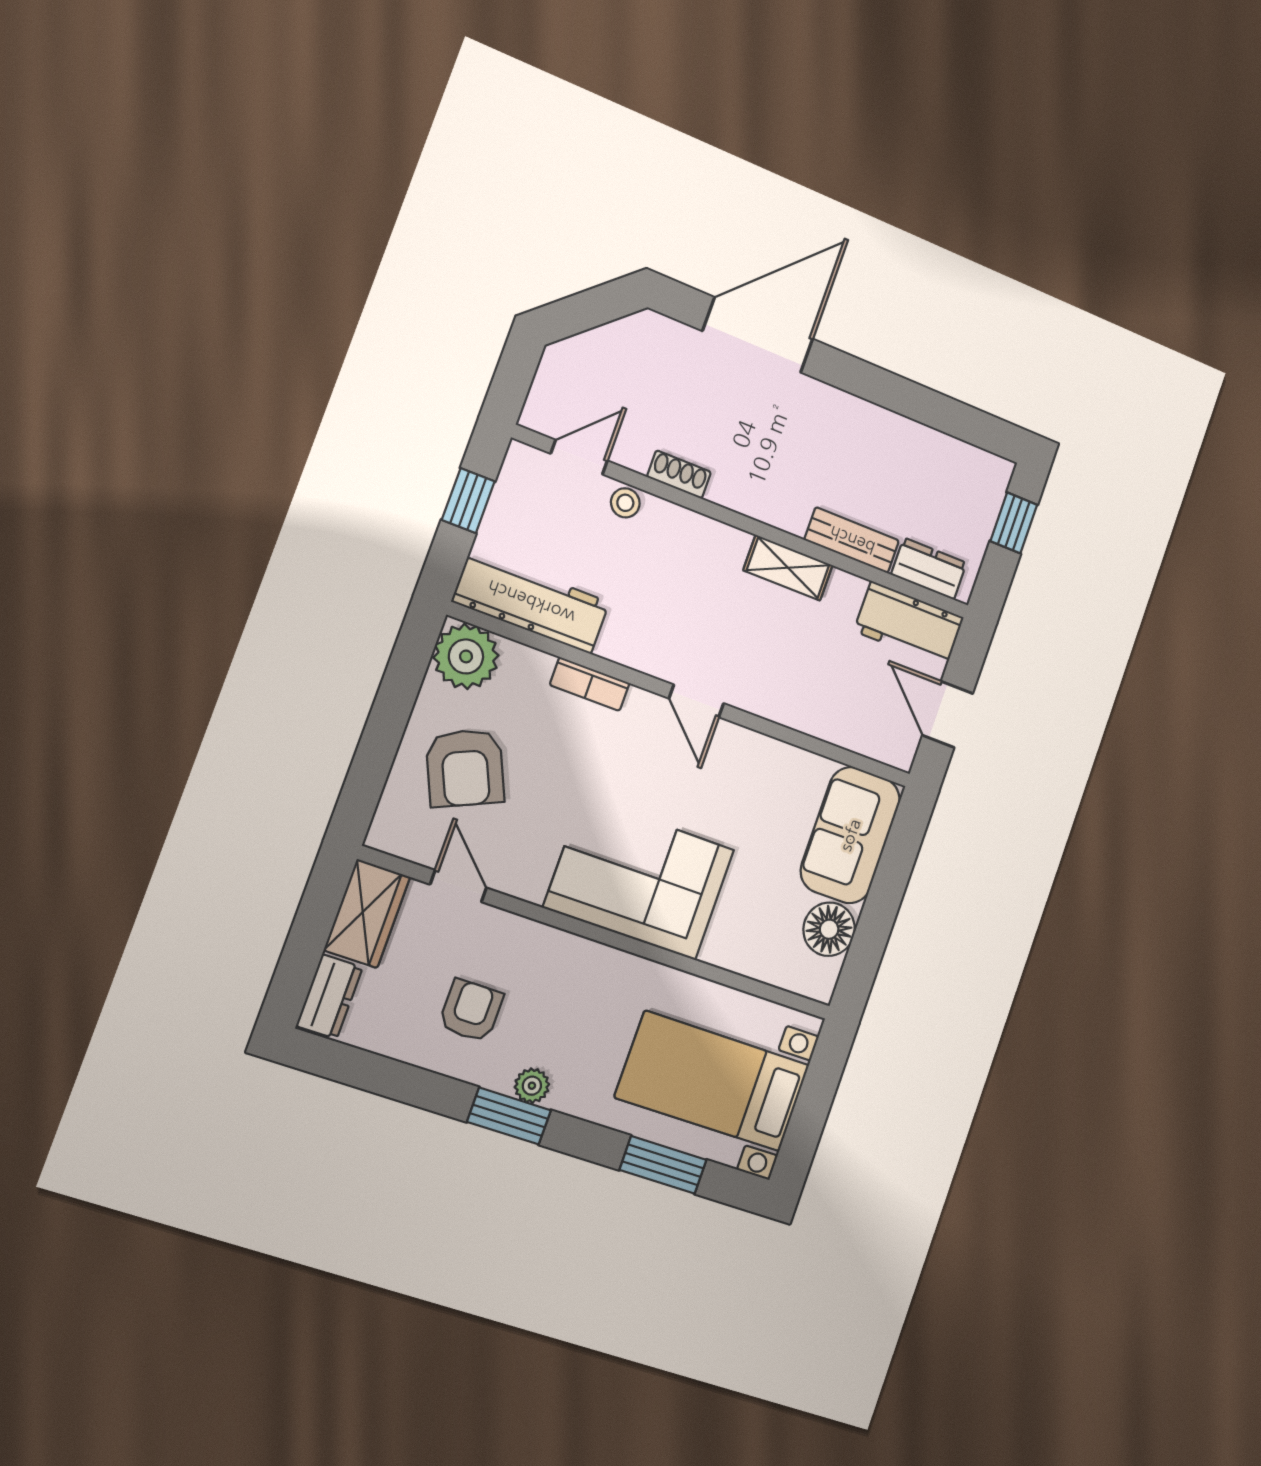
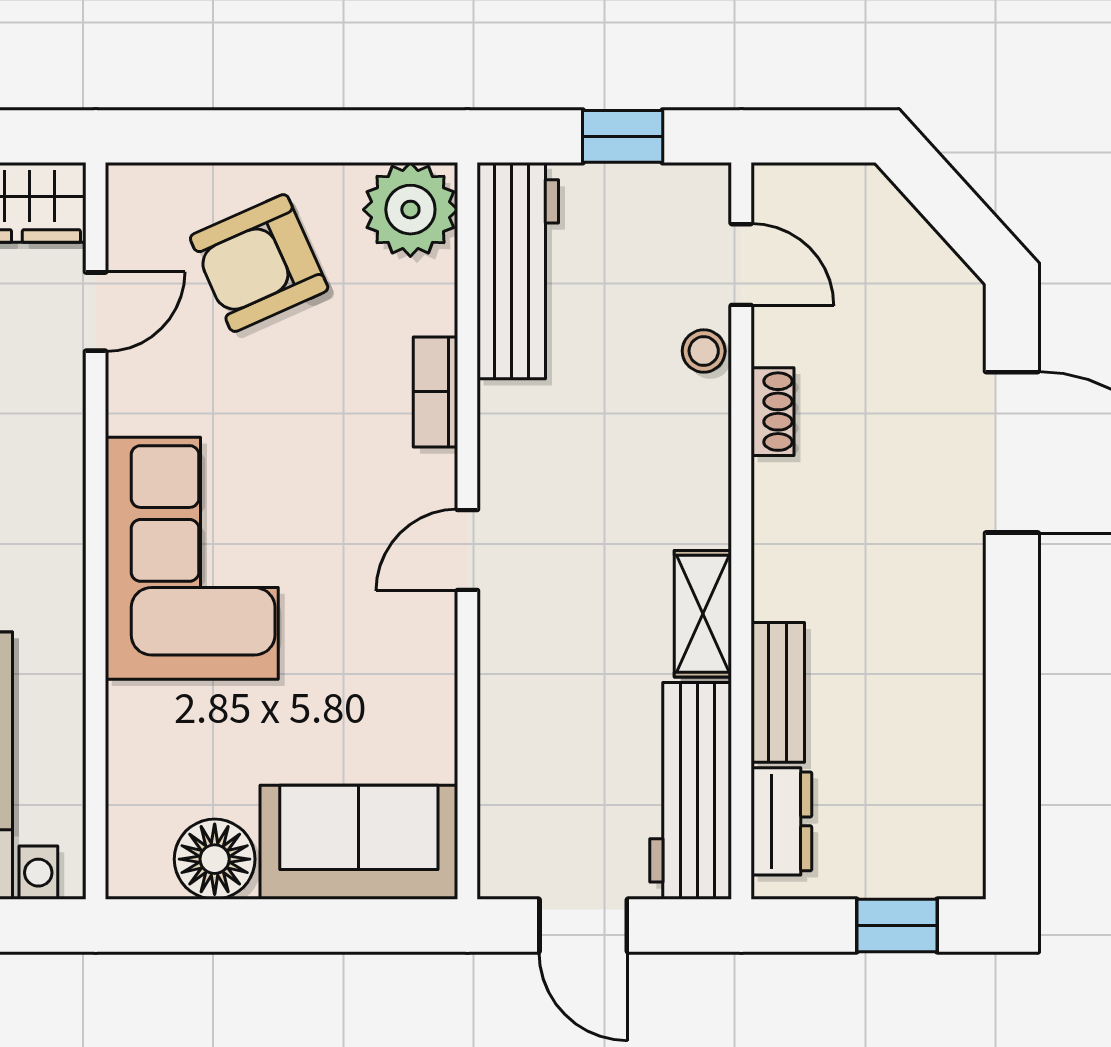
workbench: (909, 624) -> (691, 791), width x1.38
door: (948, 714) -> (583, 925), swing flipped

